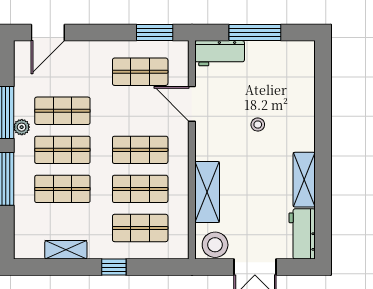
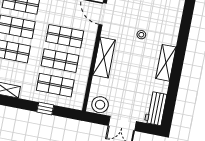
shelving: (304, 180) -> (166, 63), moved
shelving: (207, 192) -> (104, 57), moved
window: (114, 267) -> (45, 108), moved

